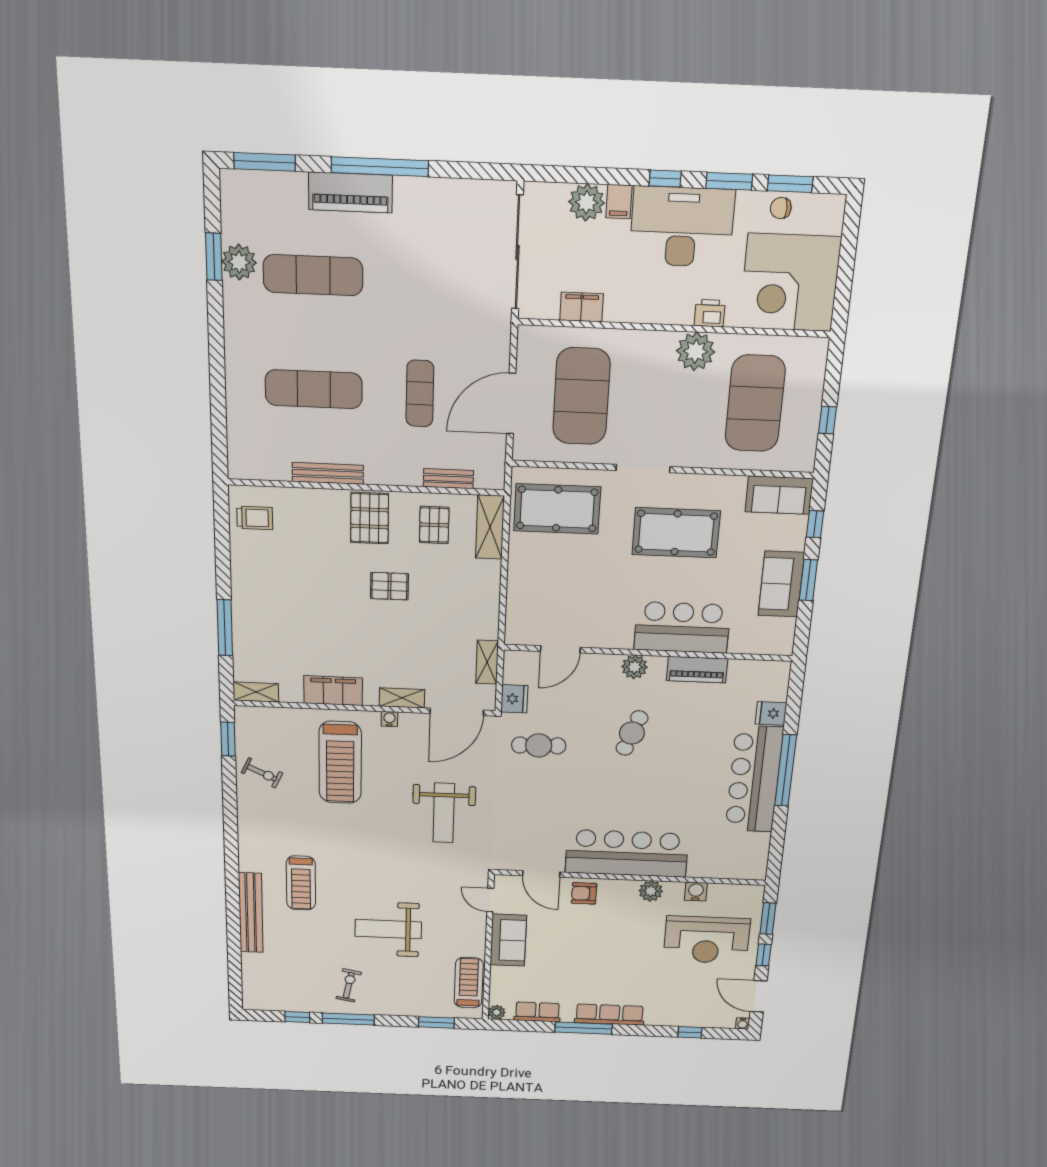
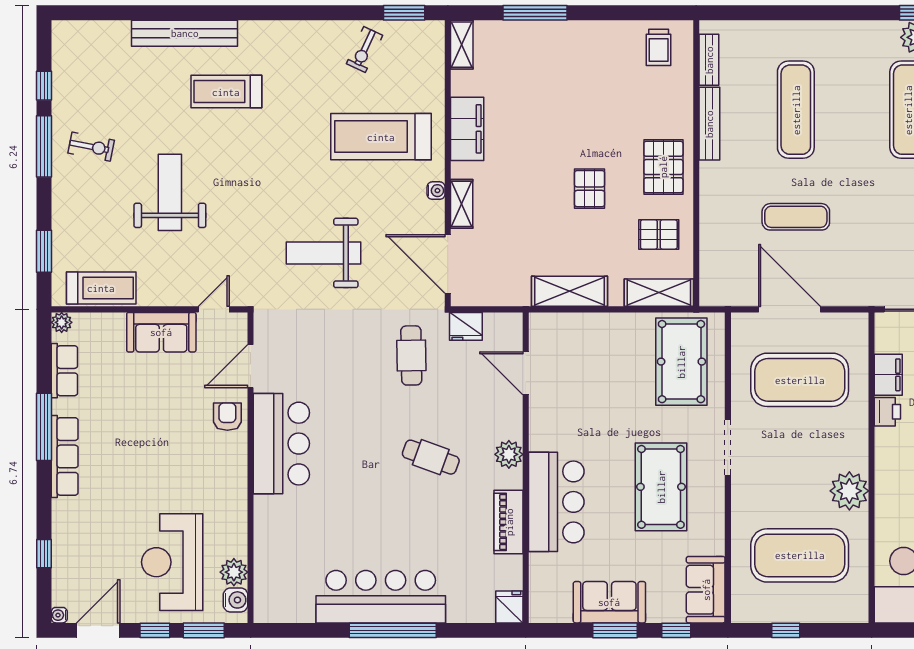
printer: (710, 313) -> (887, 412), moved
bench: (448, 479) -> (709, 60), moved
pallet: (370, 518) -> (663, 167), turned 90
shelving: (487, 662) -> (570, 291), moved, width x1.50, depth x1.33
fridge: (771, 713) -> (509, 607), moved
bar counter: (627, 853) -> (281, 444), width x0.73
plant: (651, 891) -> (234, 572), moved
water cooler: (696, 892) -> (236, 600), moved

